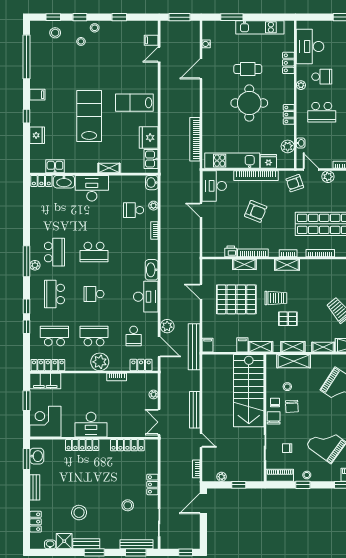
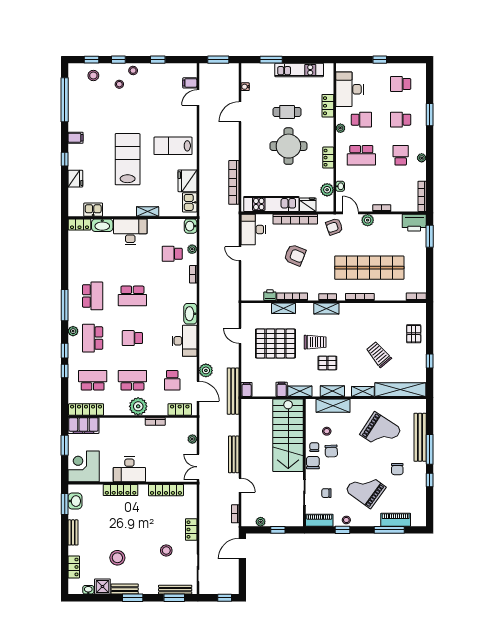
plant: (35, 265) -> (73, 331), moved

